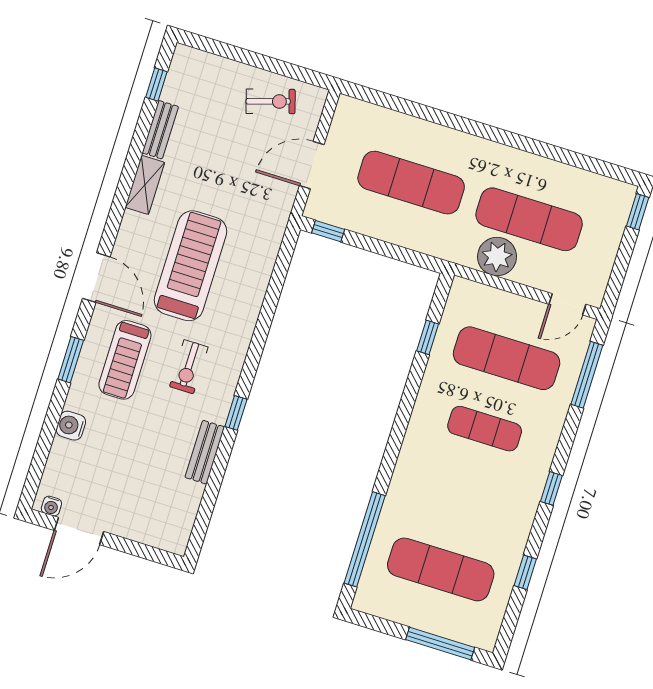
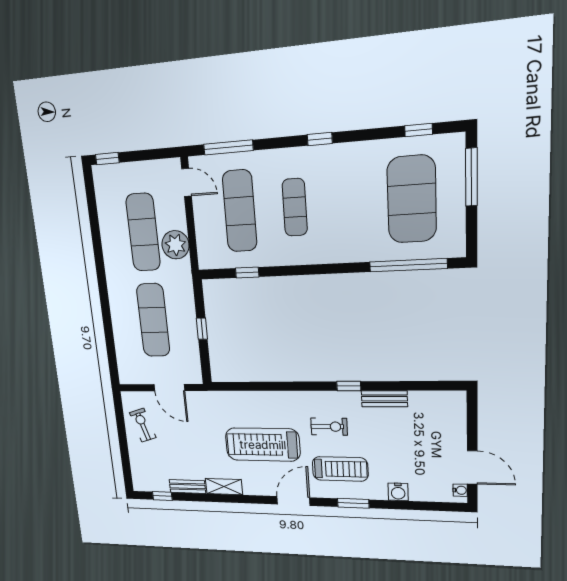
window: (328, 231) -> (202, 329), moved
exercise mat: (441, 569) -> (412, 199), width x1.47
window: (525, 572) -> (419, 130), moved

